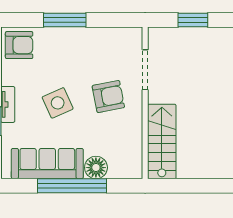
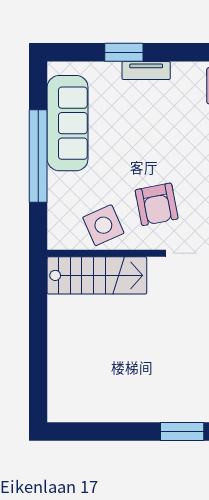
side table: (58, 103) -> (103, 225), moved
floor lamp: (96, 168) -> (62, 188), removed

